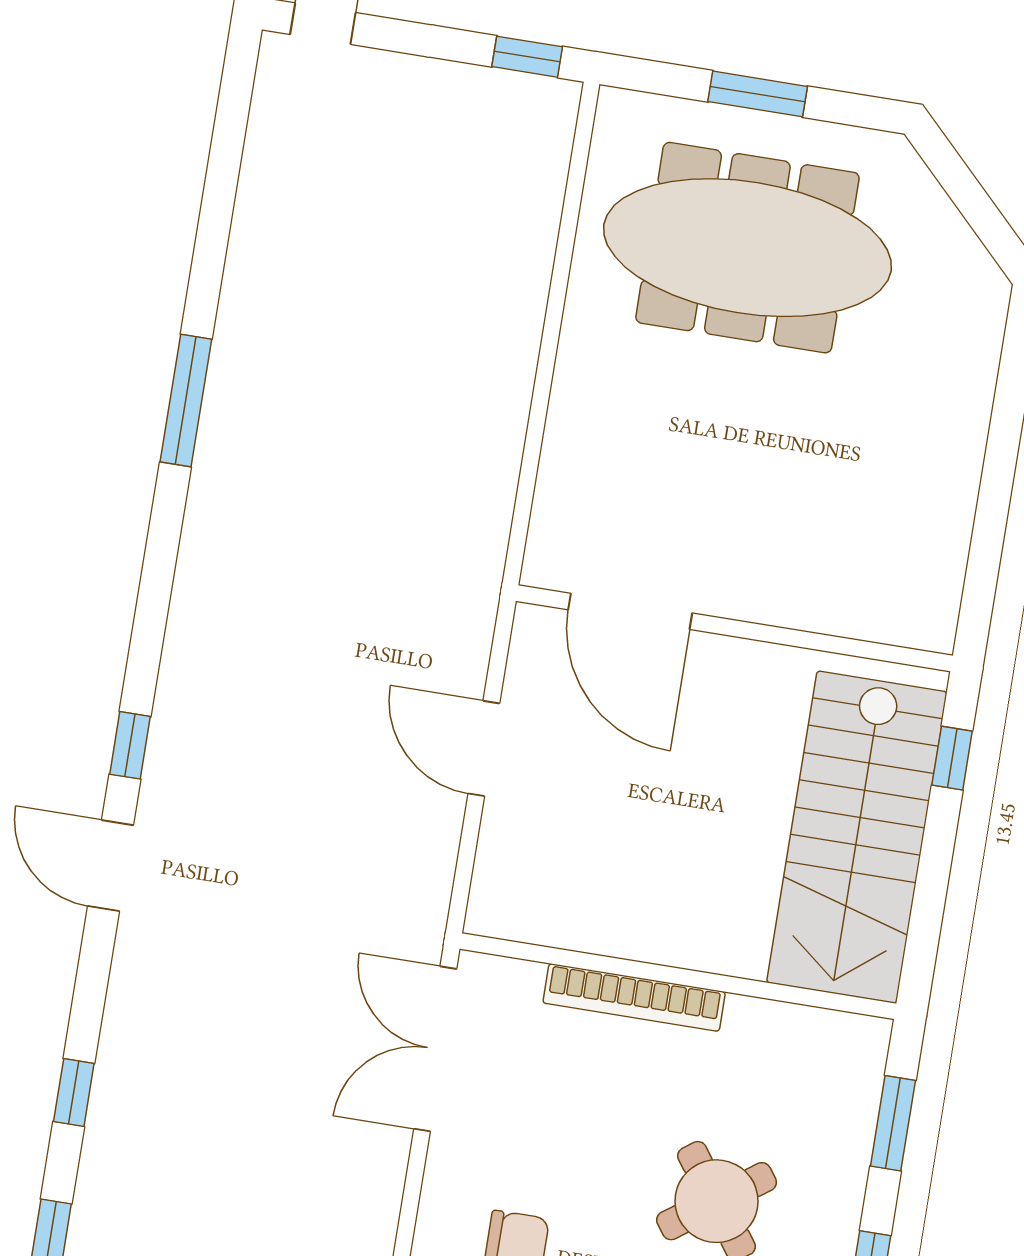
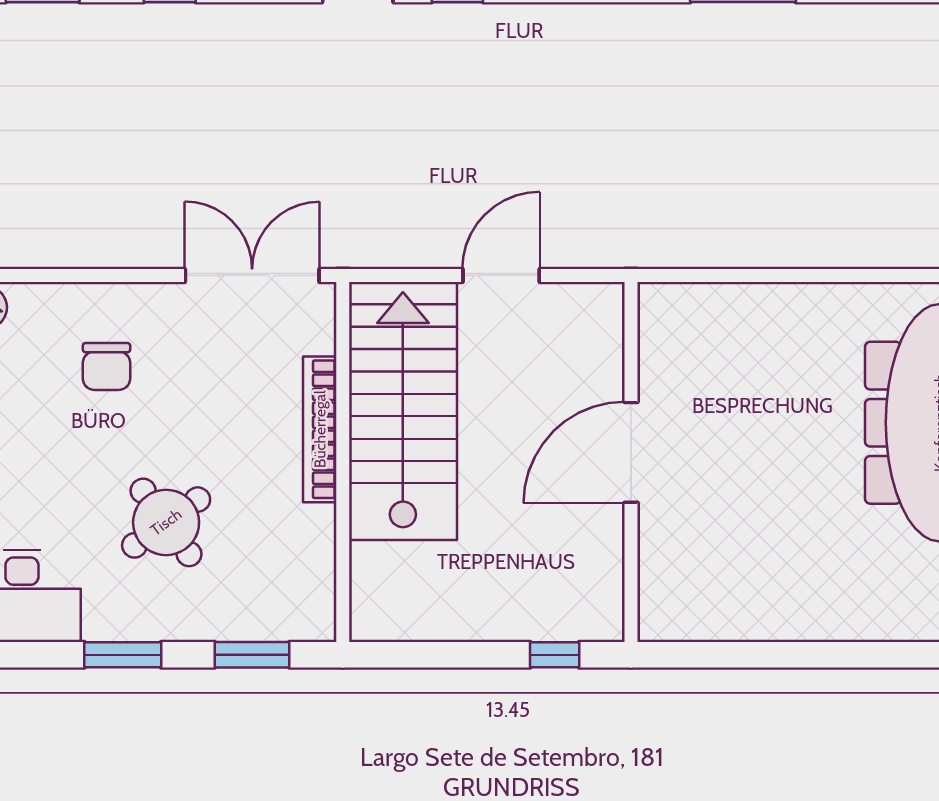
door: (630, 611) -> (631, 452), moved
stairs: (857, 837) -> (403, 411), moved, turned 90

